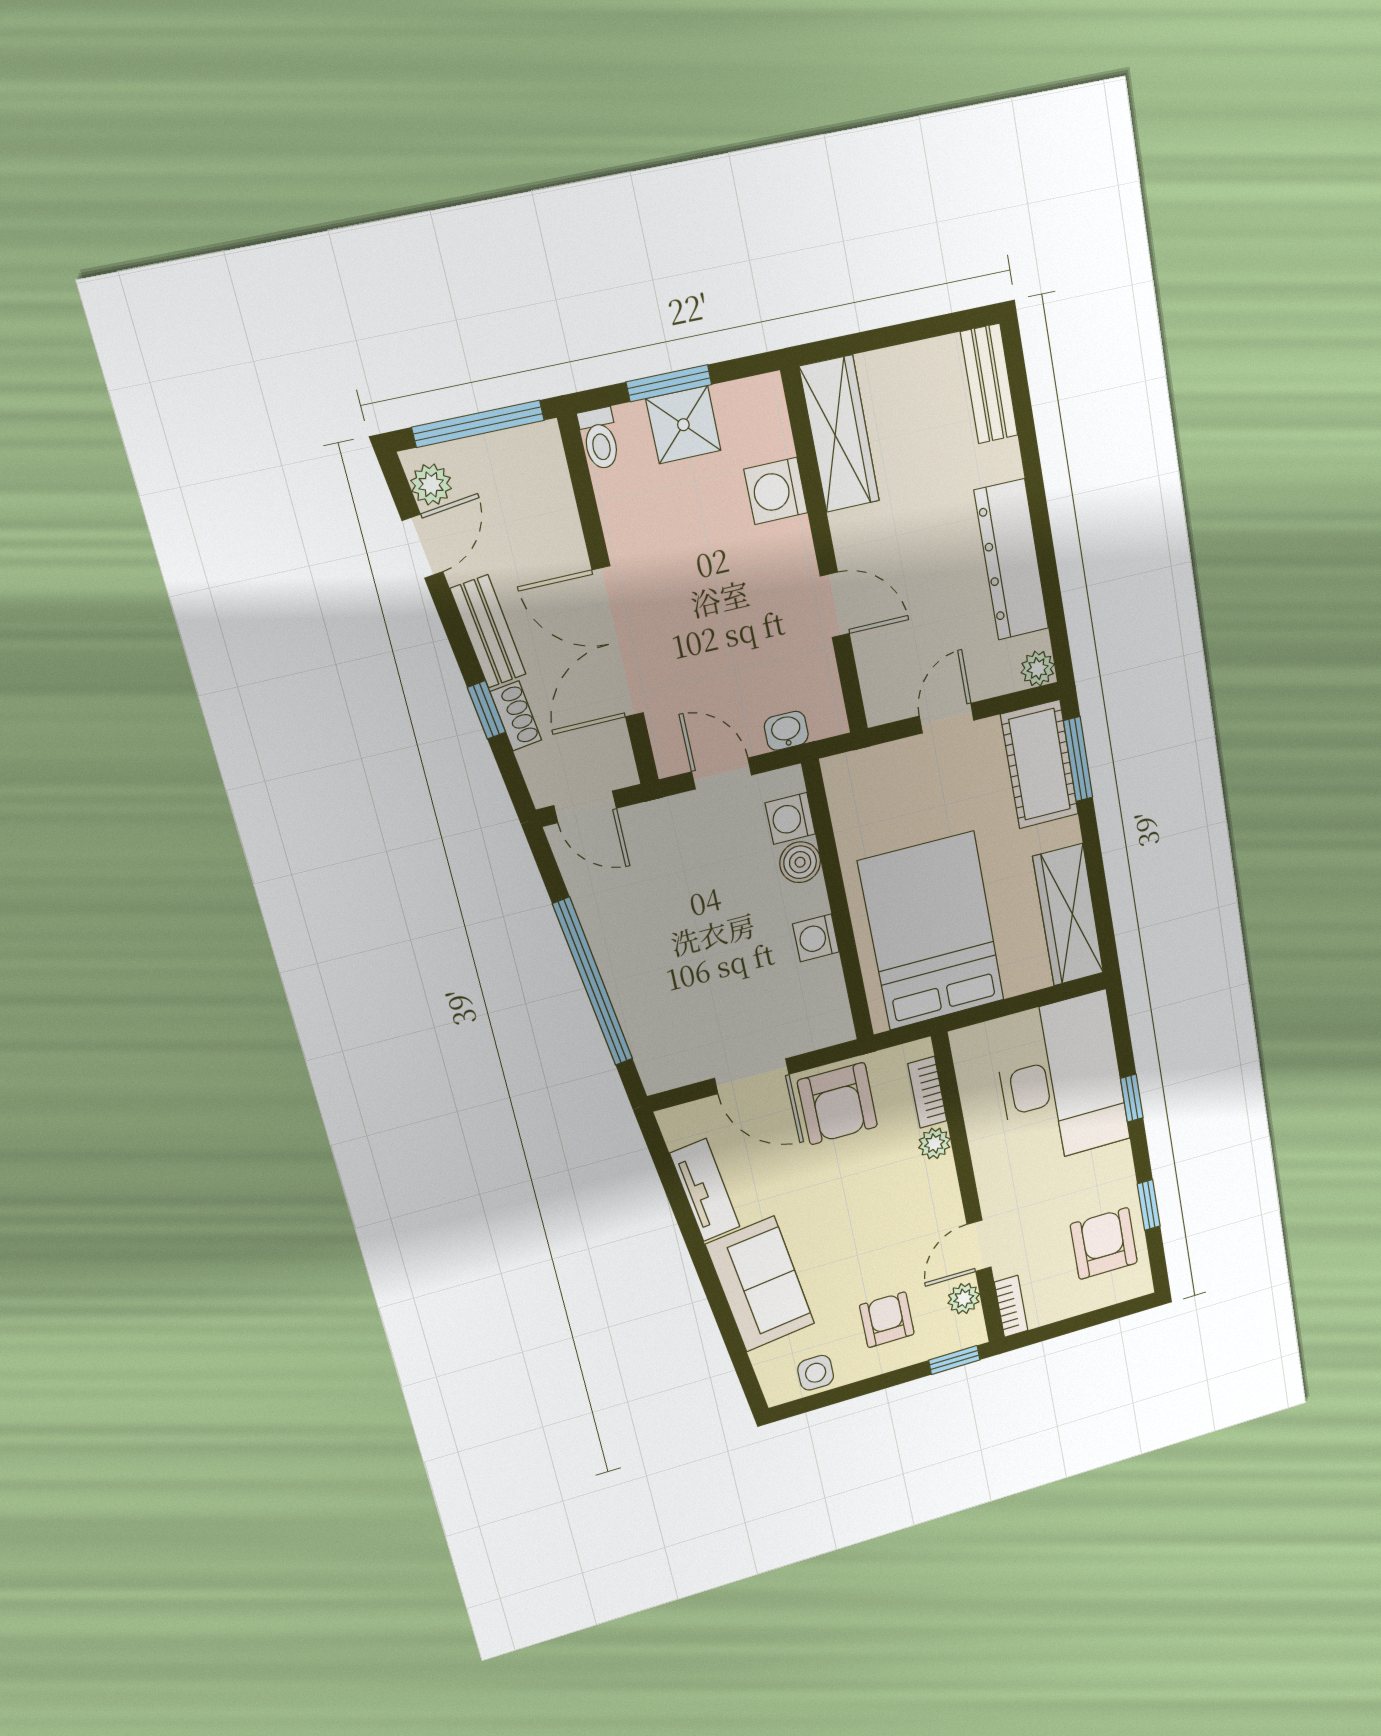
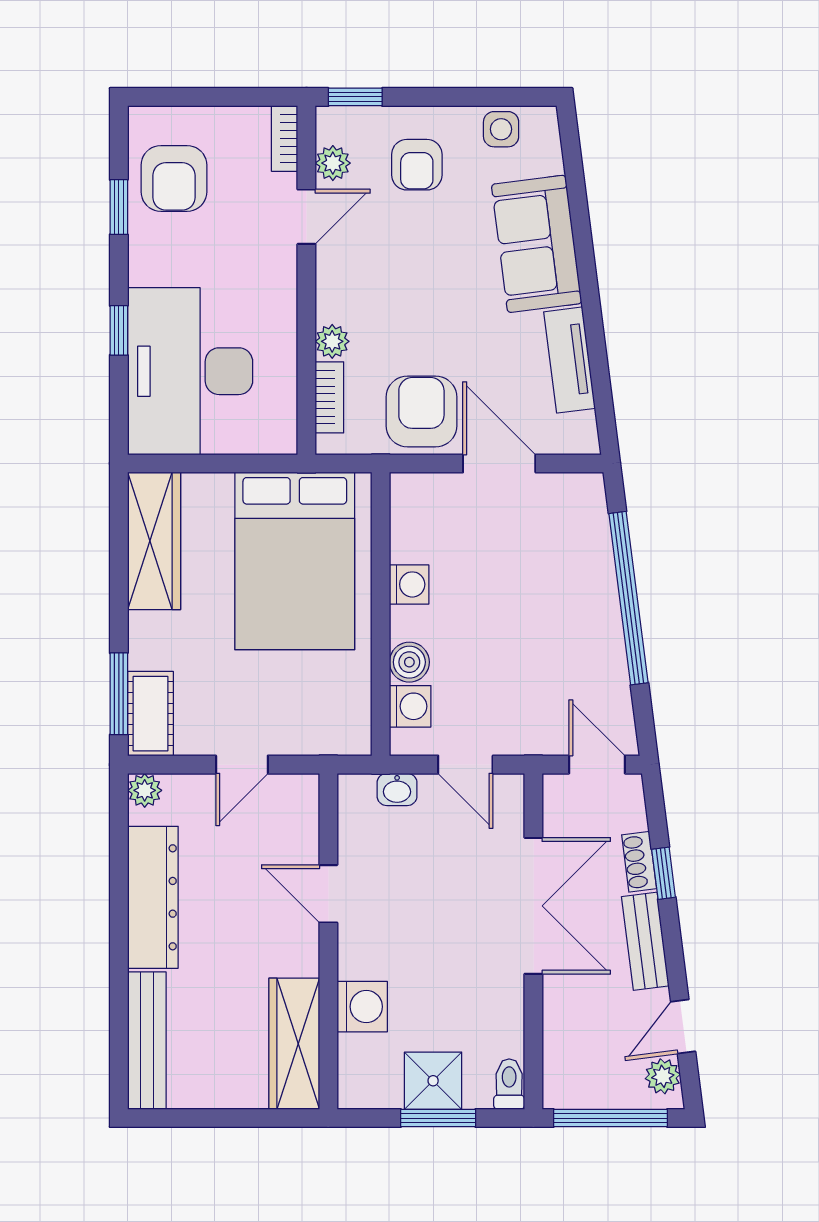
bench: (989, 384) -> (147, 1041), width x1.36
cot: (1040, 764) -> (151, 714), width x0.73, depth x0.75

